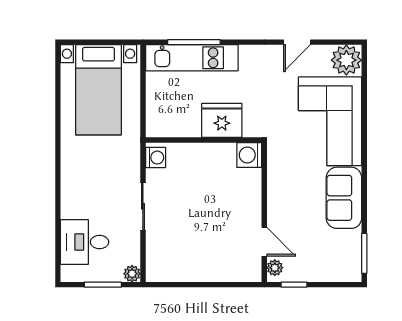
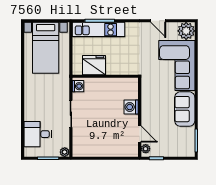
door: (297, 42) -> (158, 21), hinge flipped
fridge: (222, 120) -> (94, 65), moved
washing machine: (249, 155) -> (131, 107), moved

